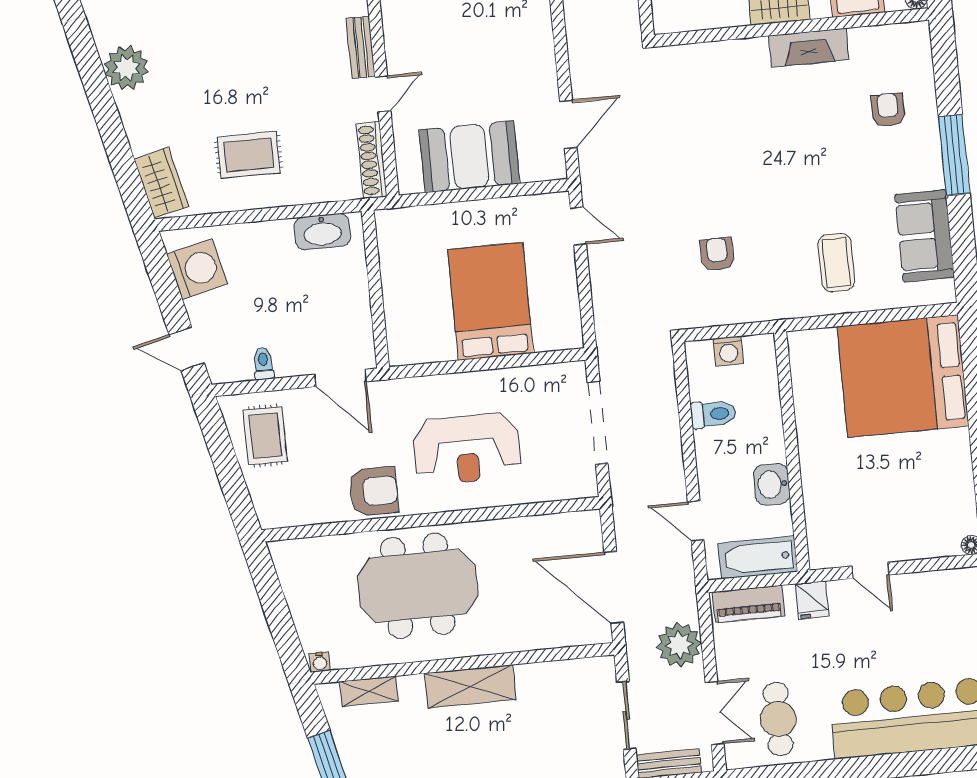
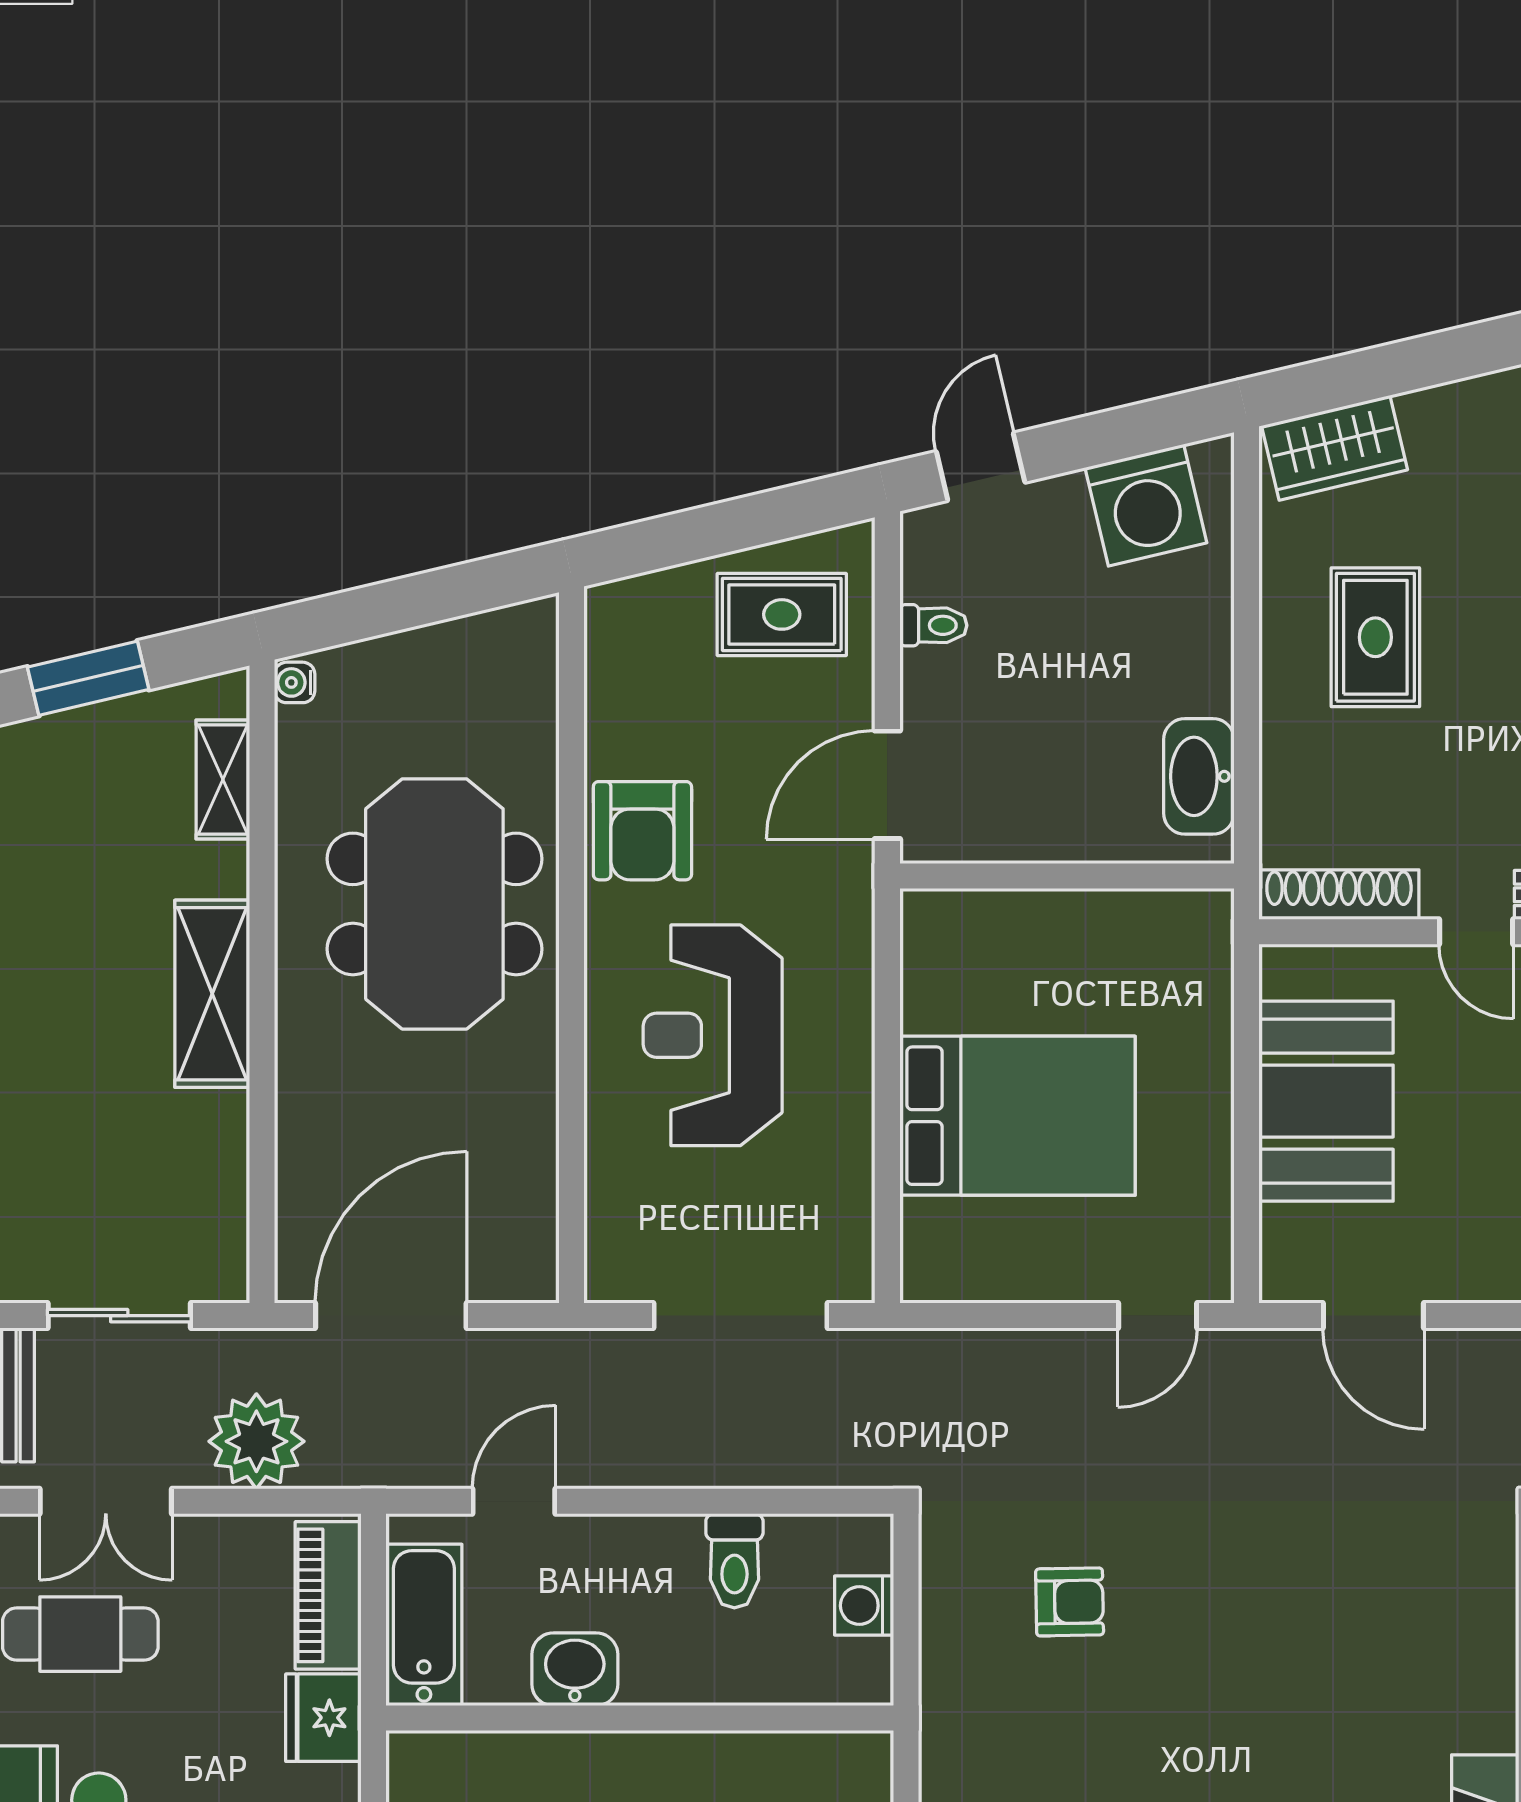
fridge: (812, 600) -> (323, 1718), width x1.38

